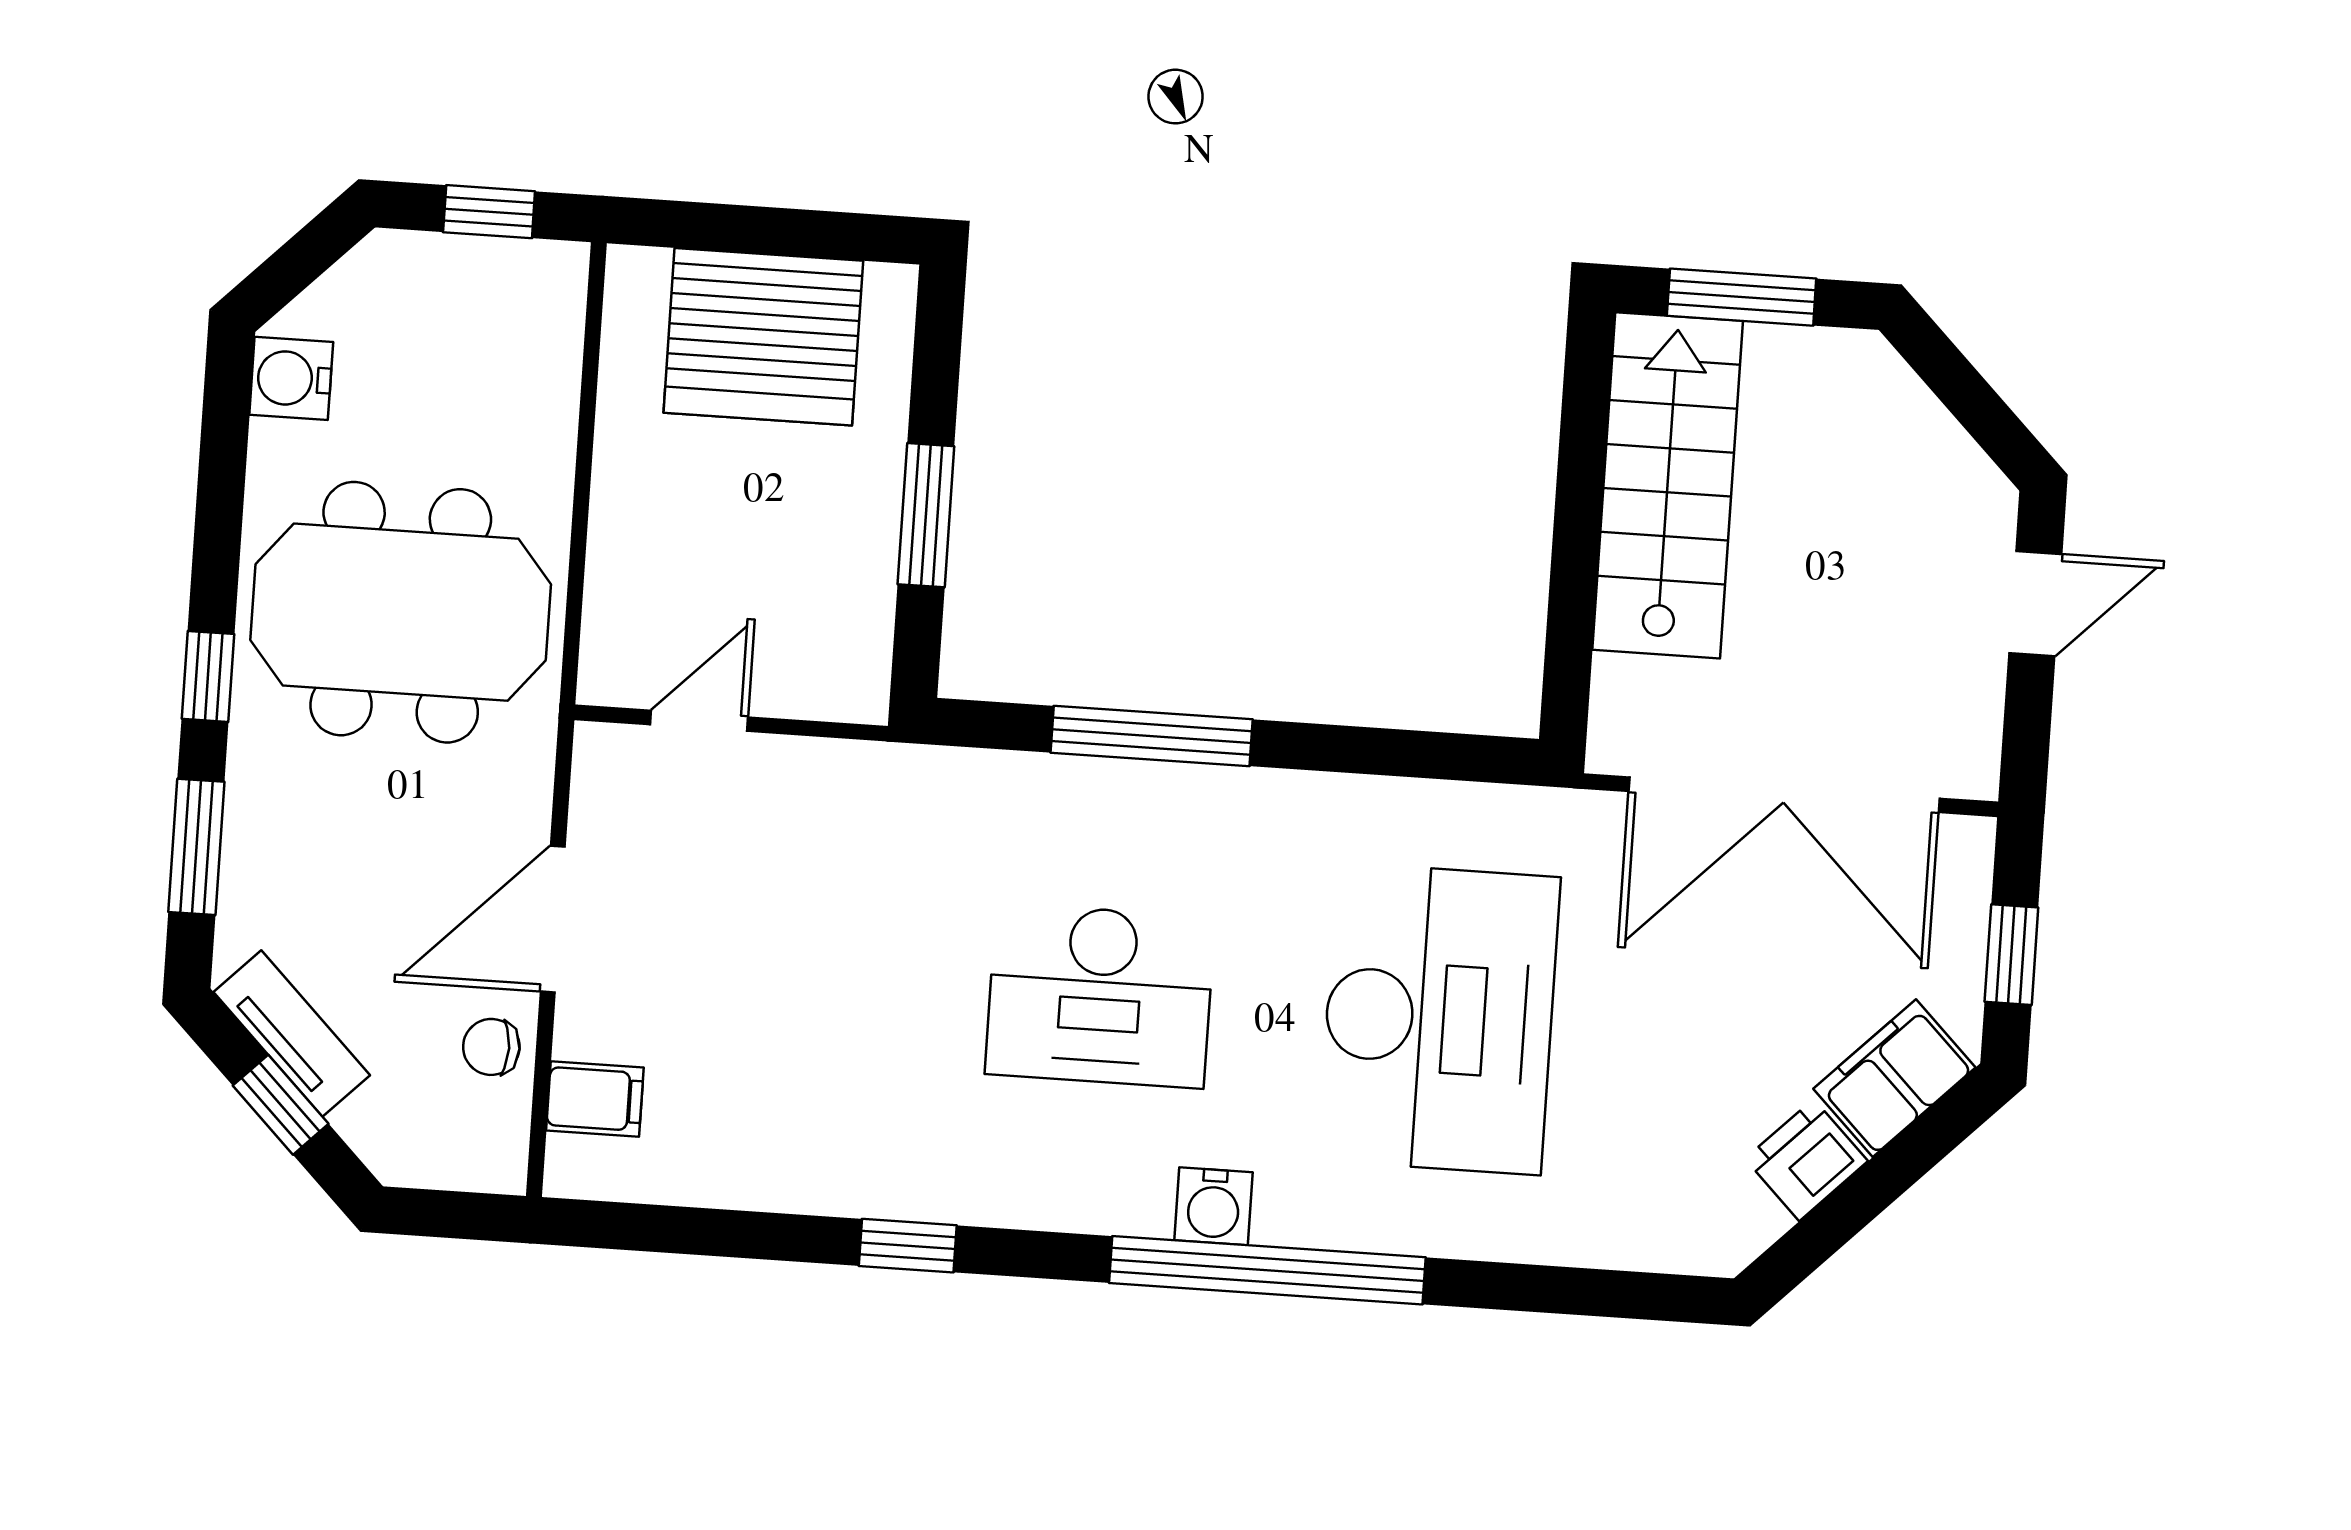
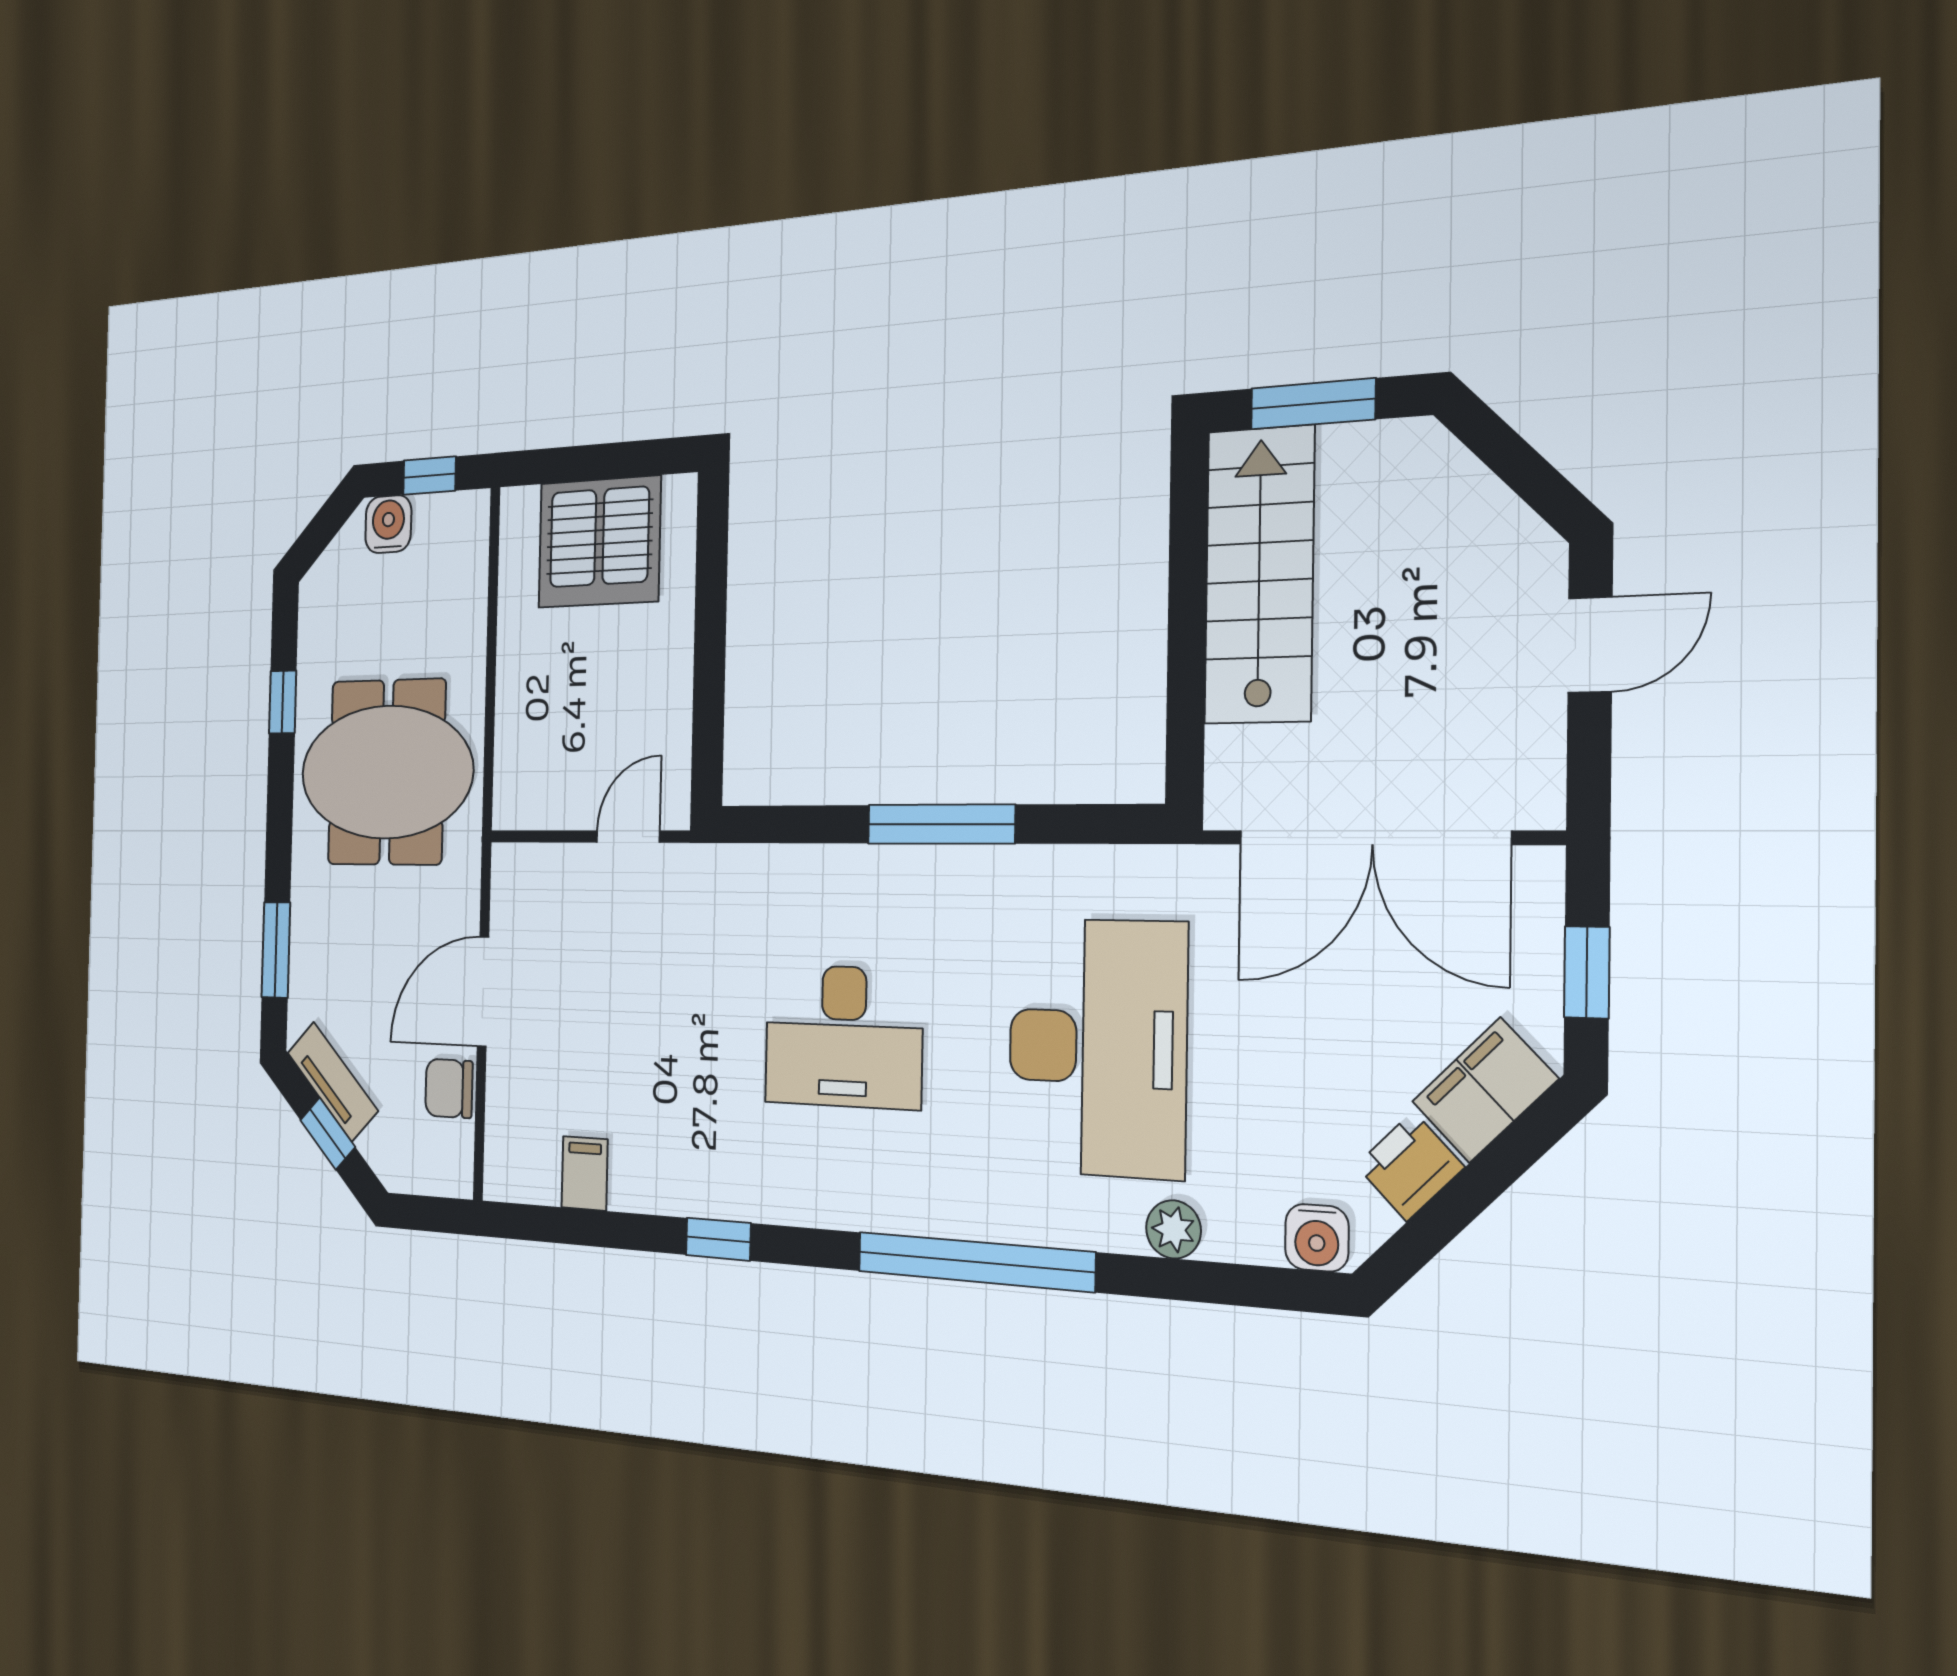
water cooler: (291, 378) -> (388, 524), moved, turned 90
window: (926, 515) -> (709, 665), removed
window: (208, 676) -> (283, 702), moved
door: (699, 721) -> (628, 837), moved
window: (1152, 736) -> (941, 824), moved
chair: (491, 1047) -> (449, 1088), width x1.37, depth x1.37
filing cabinet: (595, 1099) -> (585, 1173), moved, turned -90
water cooler: (1213, 1206) -> (1317, 1238), moved
plant: (1524, 1230) -> (1173, 1229), added

